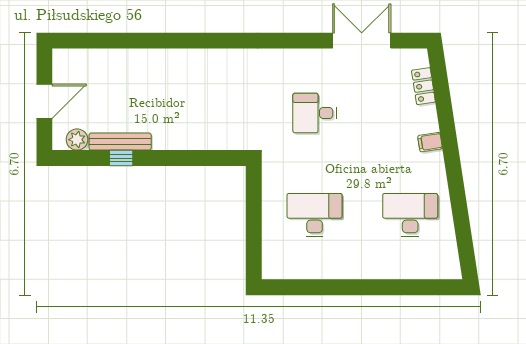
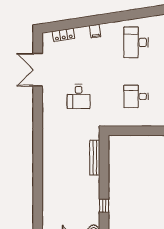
bench: (120, 142) -> (95, 158), moved
desk: (315, 215) -> (136, 96), width x0.73

